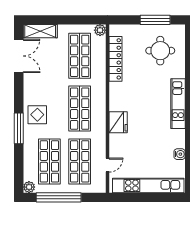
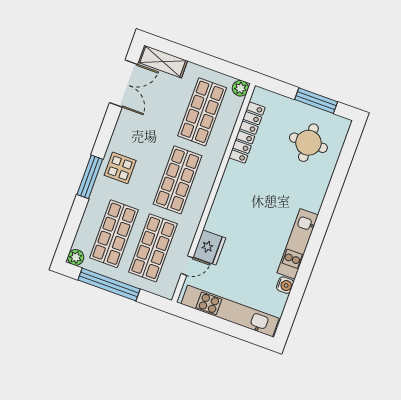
kitchen unit: (178, 104) -> (298, 244), moved
fridge: (118, 122) -> (209, 247), moved

